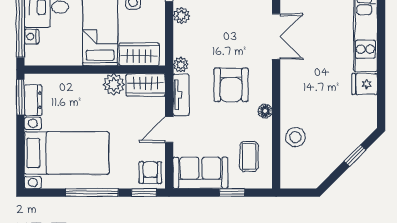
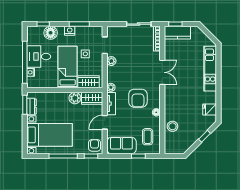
fridge: (365, 84) -> (210, 110), moved

